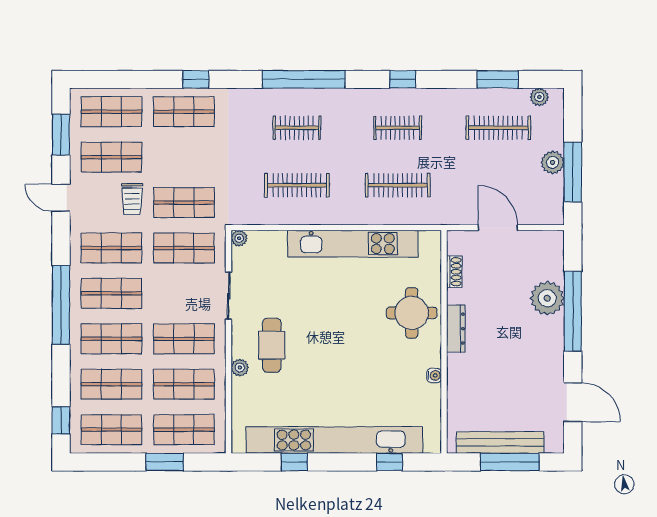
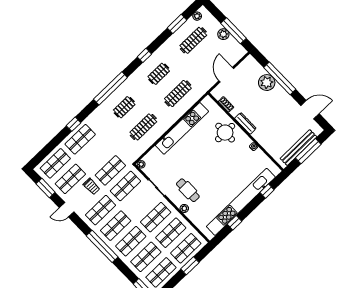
door: (498, 228) -> (226, 75), hinge flipped

